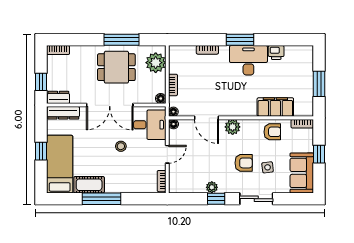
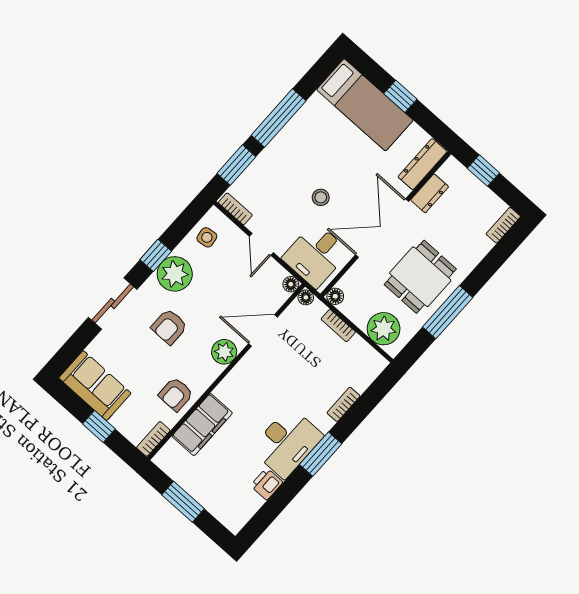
dresser: (58, 97) -> (430, 193), moved
side table: (268, 167) -> (207, 237), moved
cot: (89, 185) -> (309, 118), removed
plant: (212, 187) -> (175, 274), width x1.88, depth x1.88
window: (141, 199) -> (236, 165), added

